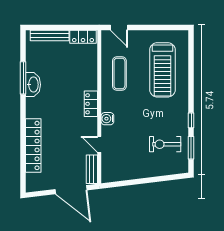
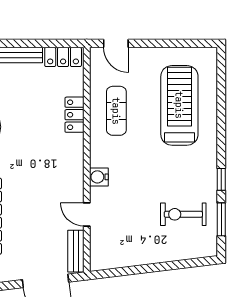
treadmill: (162, 70) -> (179, 105), turned 180
locker: (91, 104) -> (74, 115), moved

